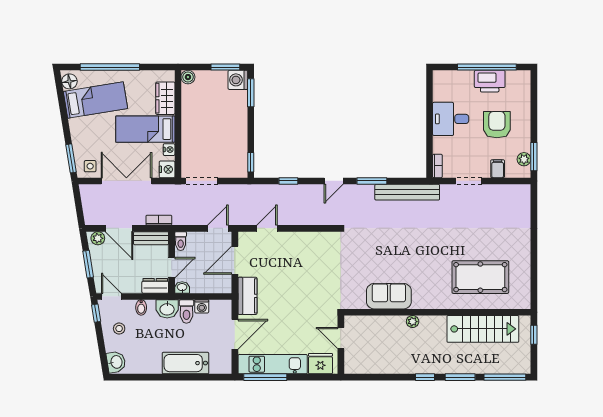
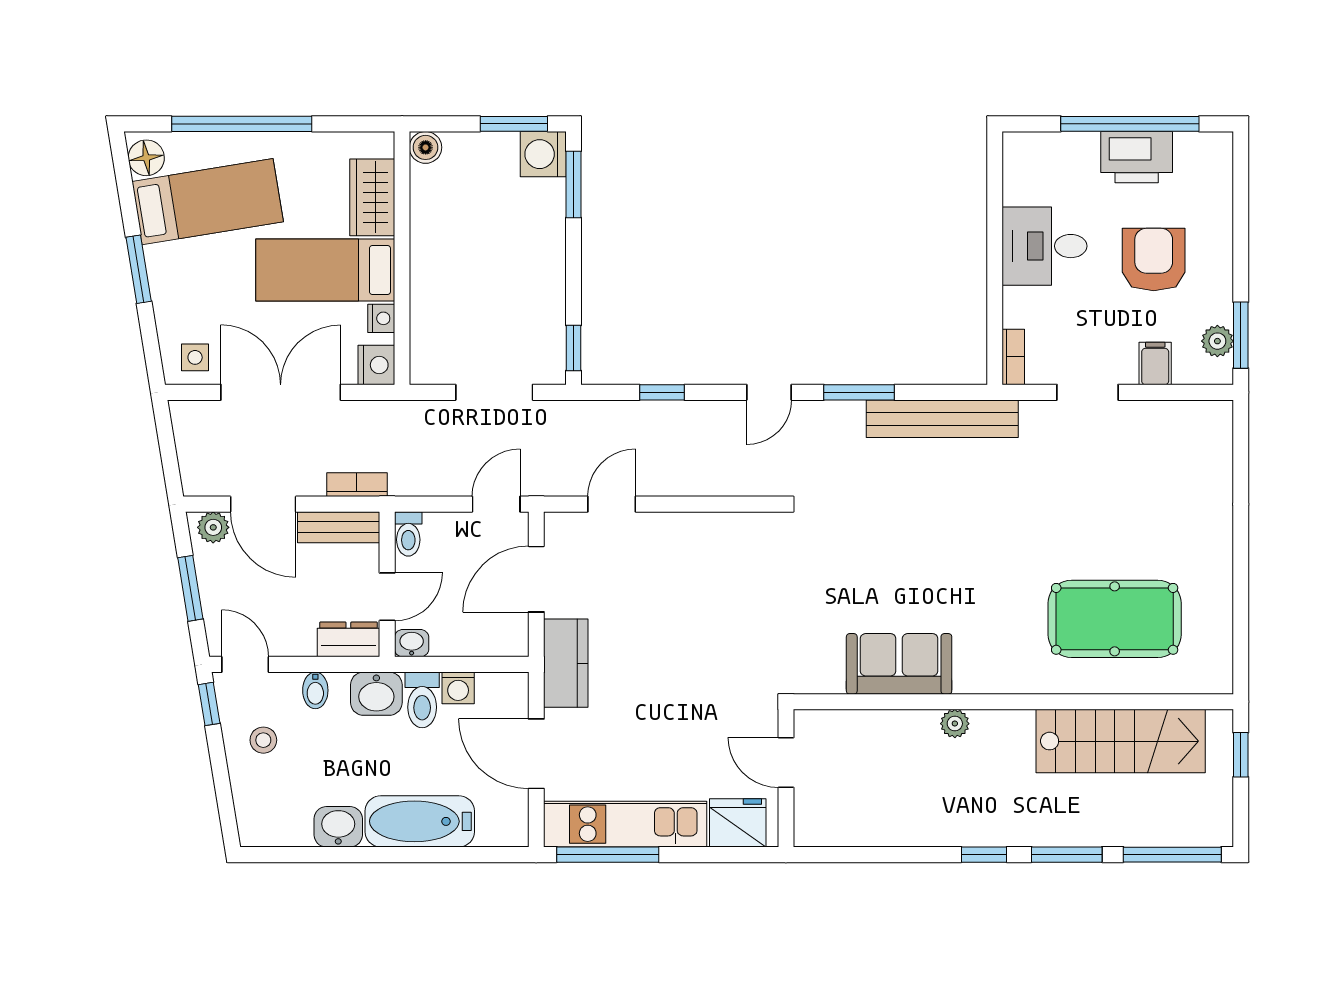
window: (71, 158) -> (139, 269), moved
doorway: (201, 181) -> (494, 392), moved
door: (235, 334) -> (536, 754), swing flipped
washbasin: (116, 362) -> (338, 827), moved, turned -81

